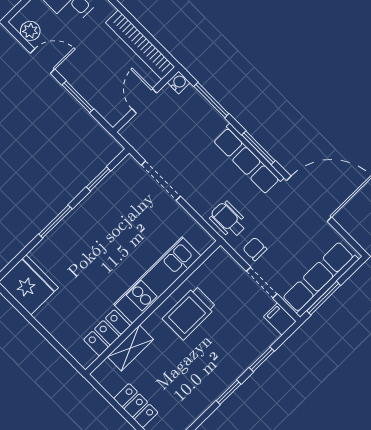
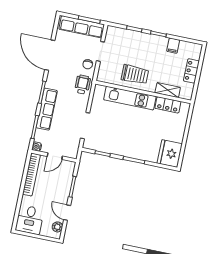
row of seats: (248, 159) -> (47, 109), moved
wheelchair: (228, 220) -> (83, 85), turned 180
filing cabinet: (280, 319) -> (173, 46), moved

